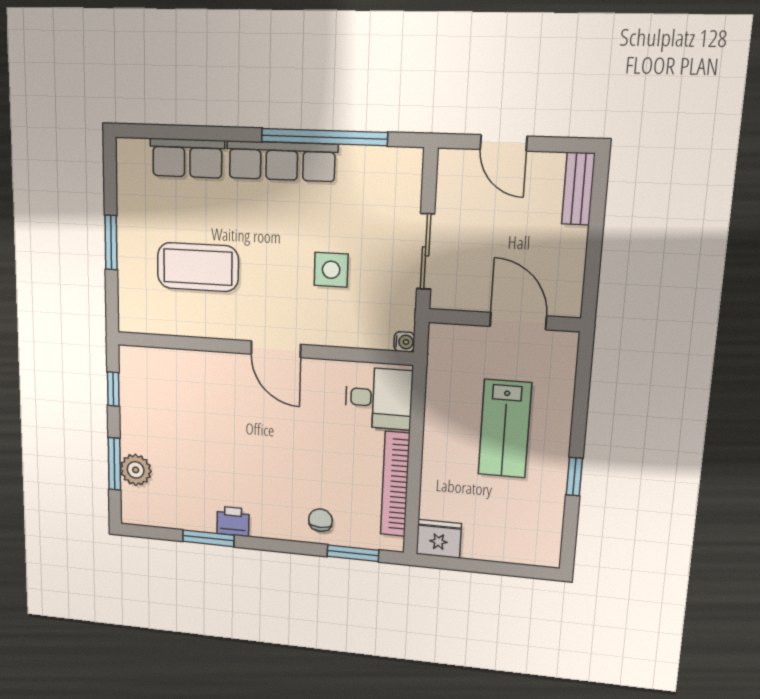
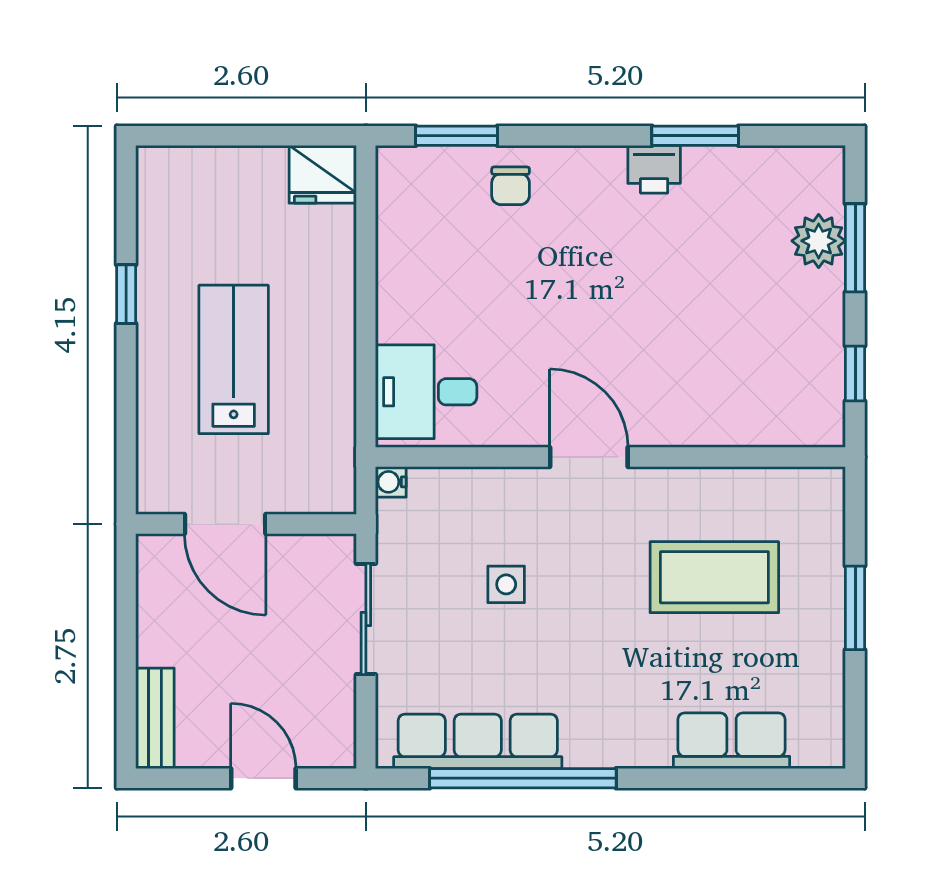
row of seats: (282, 161) -> (478, 741), moved
side table: (331, 270) -> (506, 584), width x0.73, depth x0.73
bookcase: (395, 484) -> (395, 257), removed

